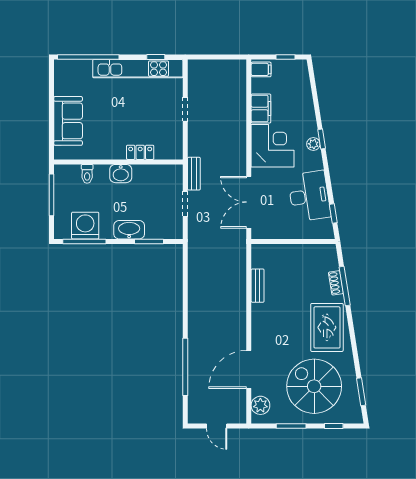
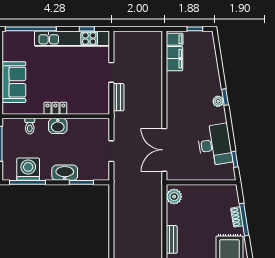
filing cabinet: (261, 109) -> (175, 59), moved
corner desk: (273, 146) -> (184, 103), removed
locker: (140, 152) -> (55, 108), moved
bench: (194, 174) -> (119, 97), moved
plant: (260, 258) -> (174, 197), added
bench: (258, 286) -> (172, 239), moved

